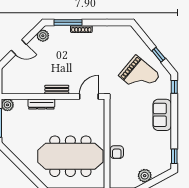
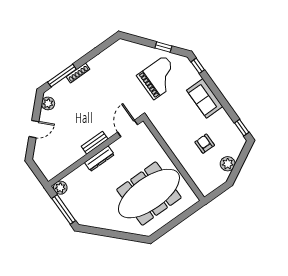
grand piano: (139, 75) -> (159, 78), turned -40
dresser: (41, 104) -> (99, 159), moved
armchair: (117, 152) -> (205, 144), moved, turned 180

